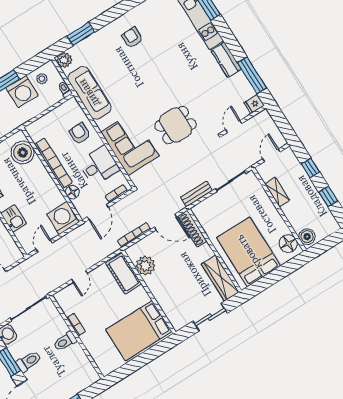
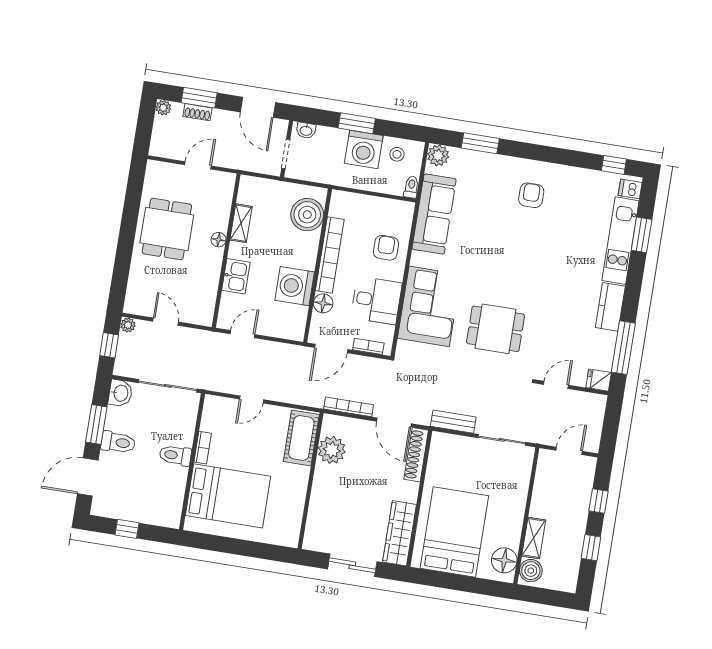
shelving: (277, 192) -> (534, 538), moved
washing machine: (63, 218) -> (295, 286), moved, turned -90
bed: (139, 331) -> (228, 496), moved, turned 180

